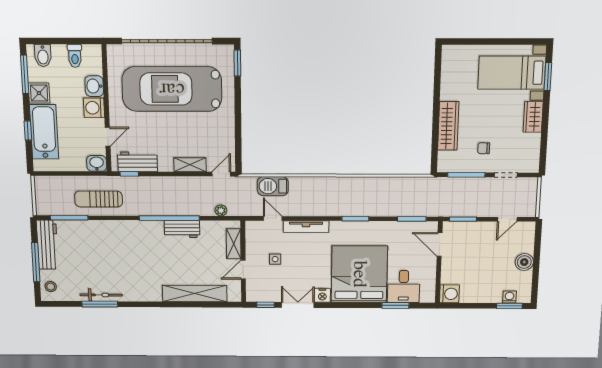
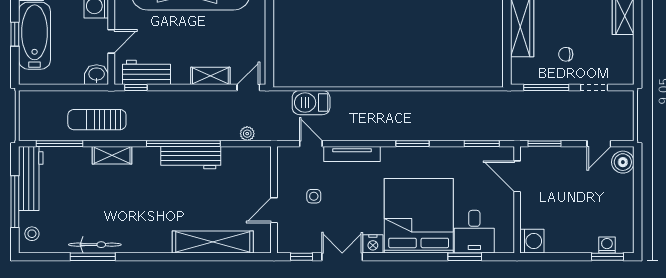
workbench: (182, 229) -> (191, 158), width x1.38
shelving: (234, 244) -> (112, 155), moved, turned 90
boiler: (524, 262) -> (623, 162), moved

